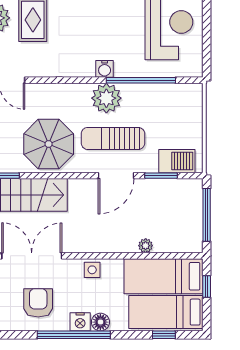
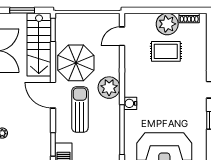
plant: (106, 98) -> (109, 88), moved
door: (116, 176) -> (53, 95), moved

